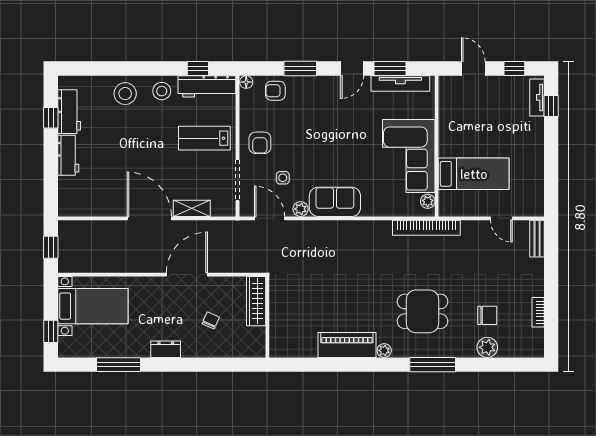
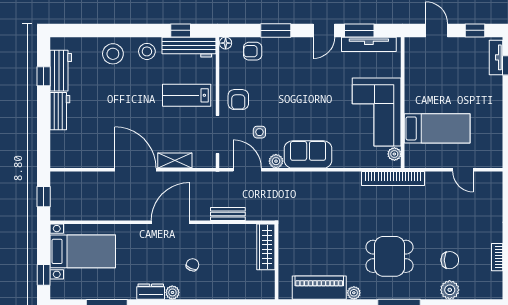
bench: (537, 239) -> (228, 214), moved, turned 90
wardrobe: (256, 301) -> (266, 247), moved
wall: (267, 317) -> (276, 262), moved
plant: (189, 350) -> (172, 292), added

